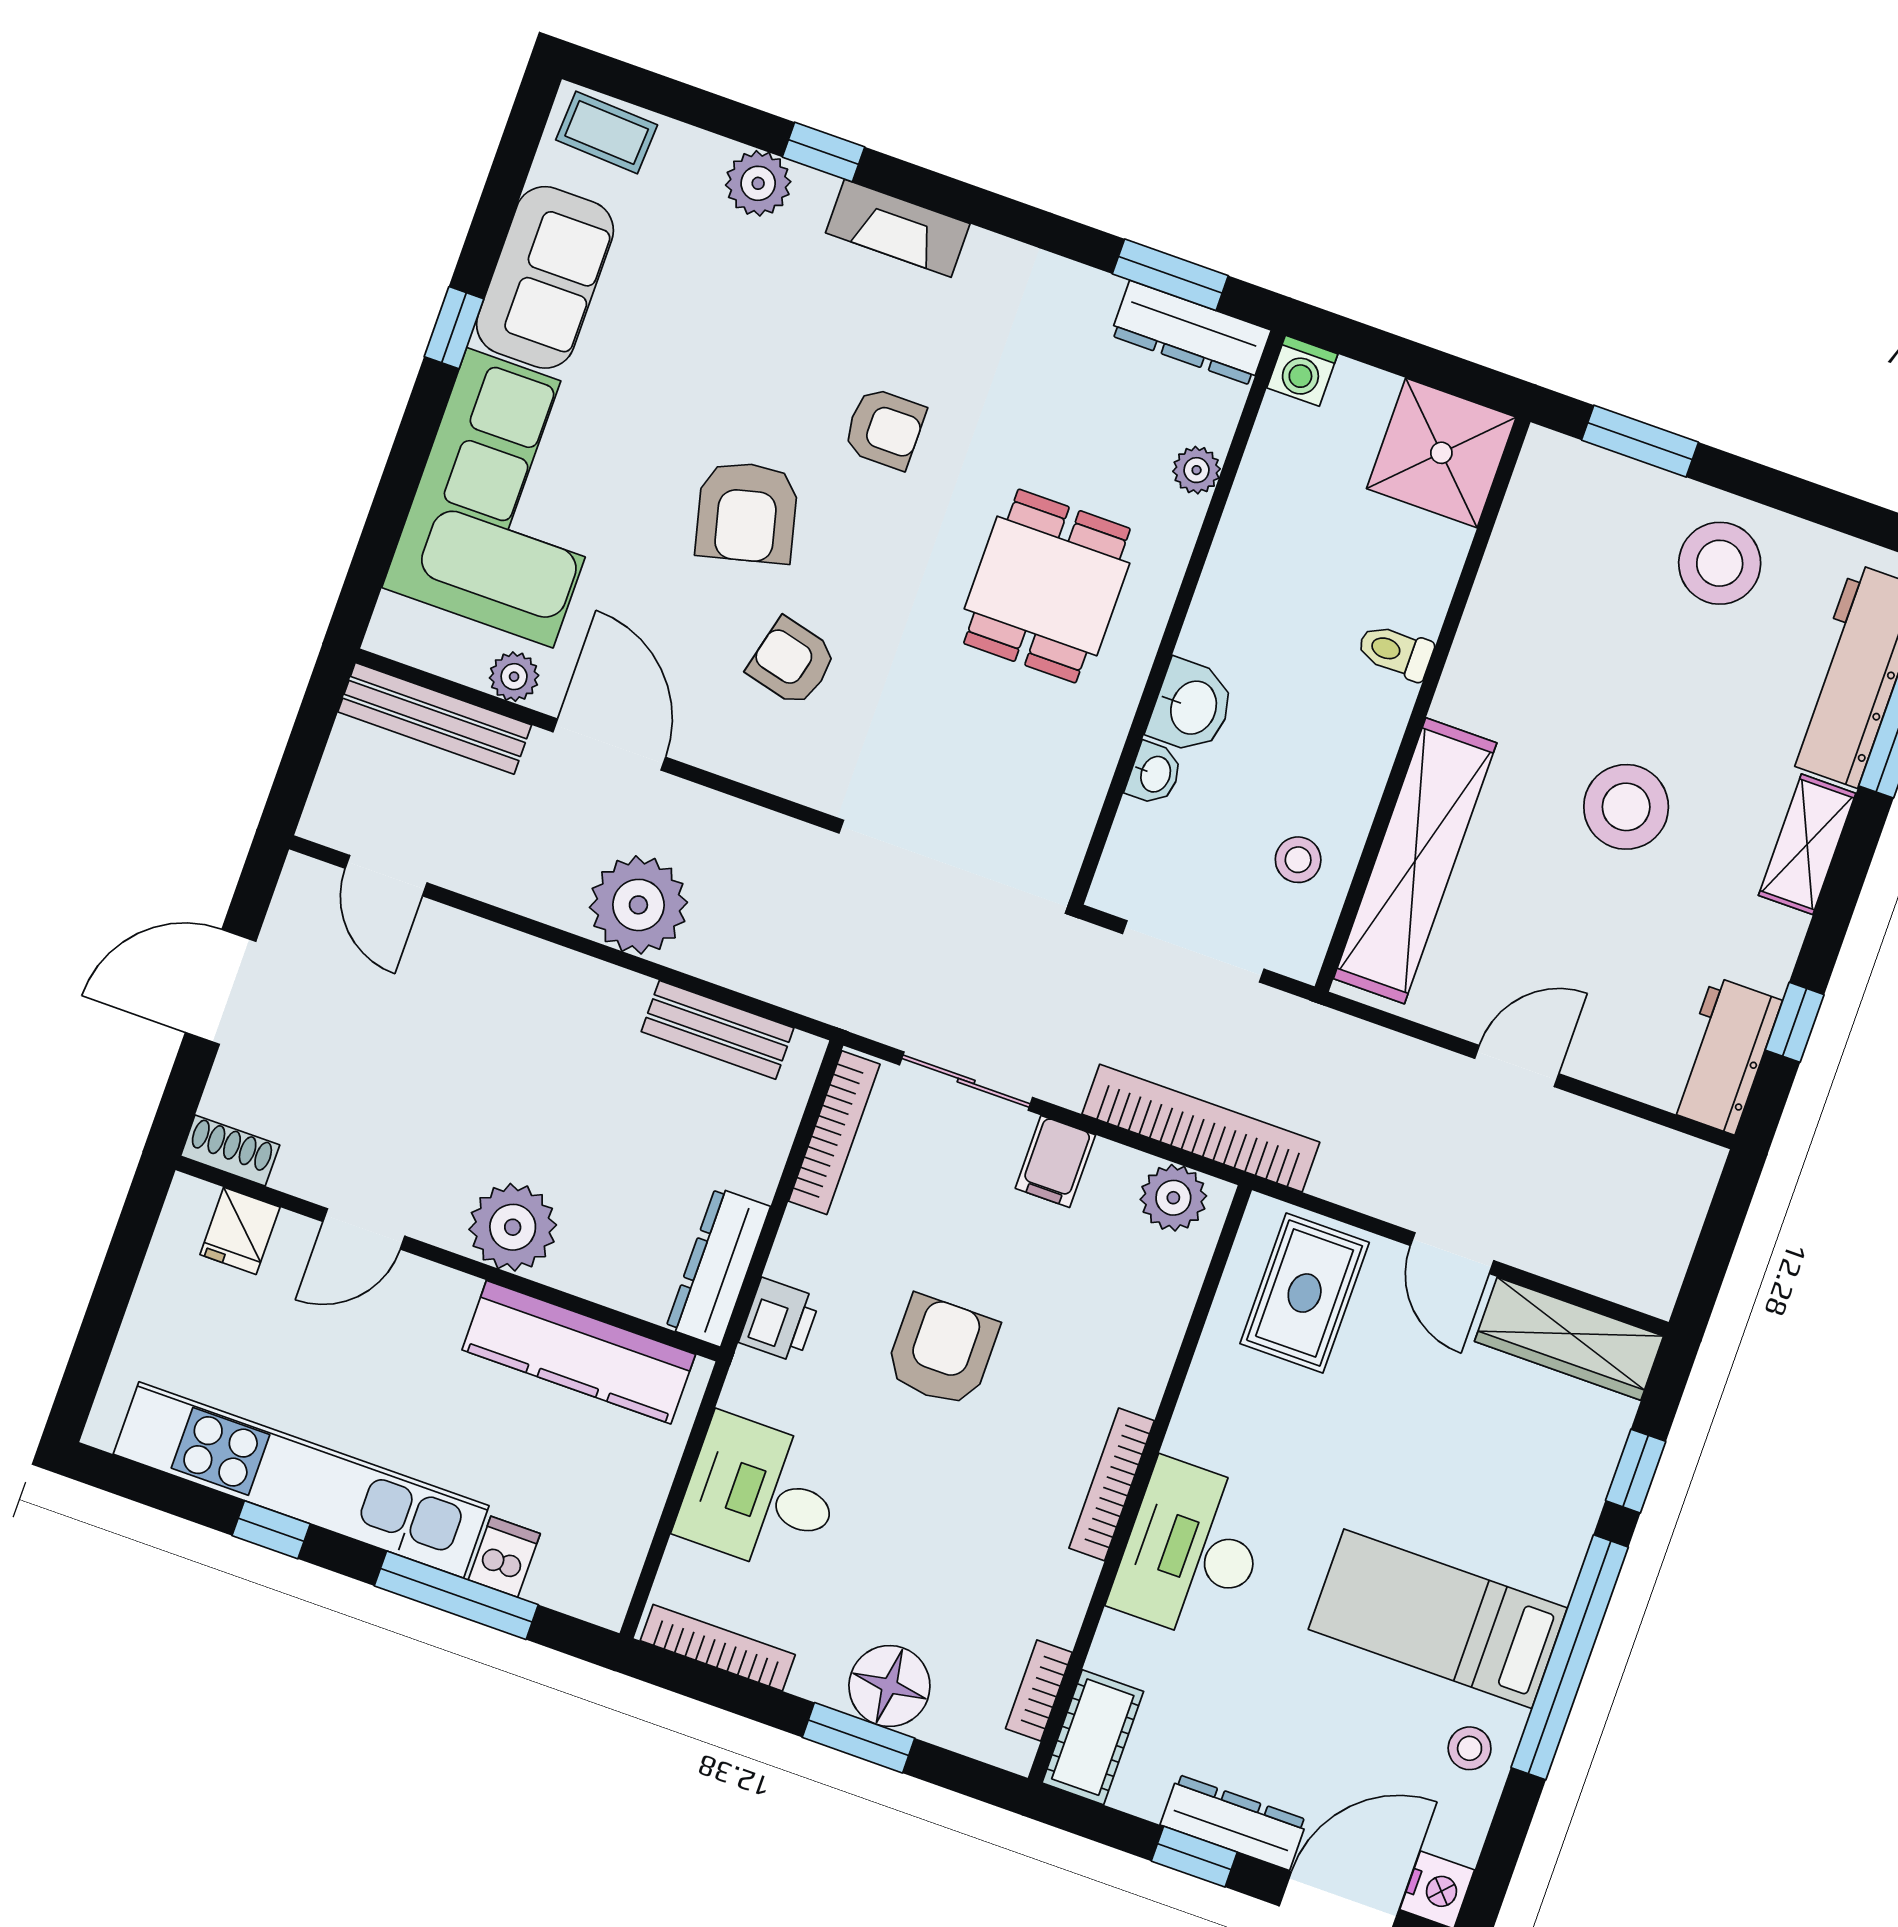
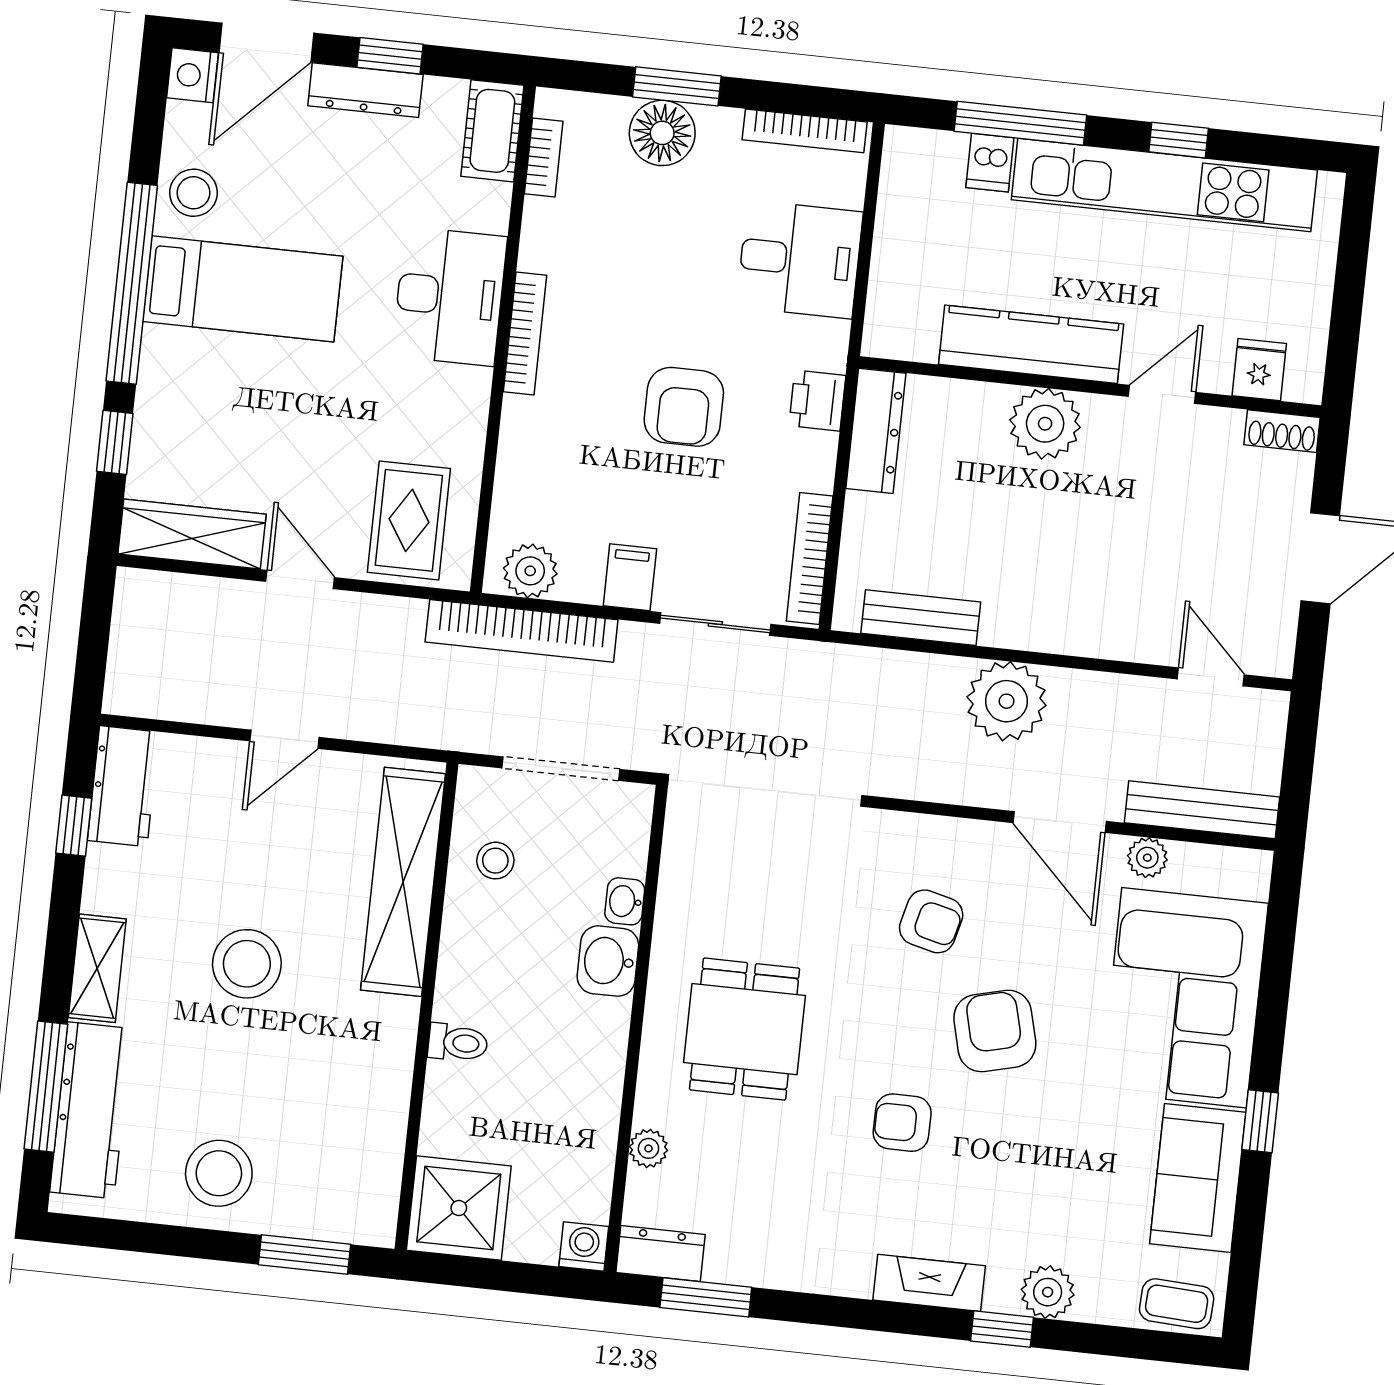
dresser: (1191, 333) -> (660, 1253), width x0.70
kitchen counter: (579, 1352) -> (1031, 344), moved
stool: (1470, 1748) -> (194, 193), width x1.37, depth x1.37

